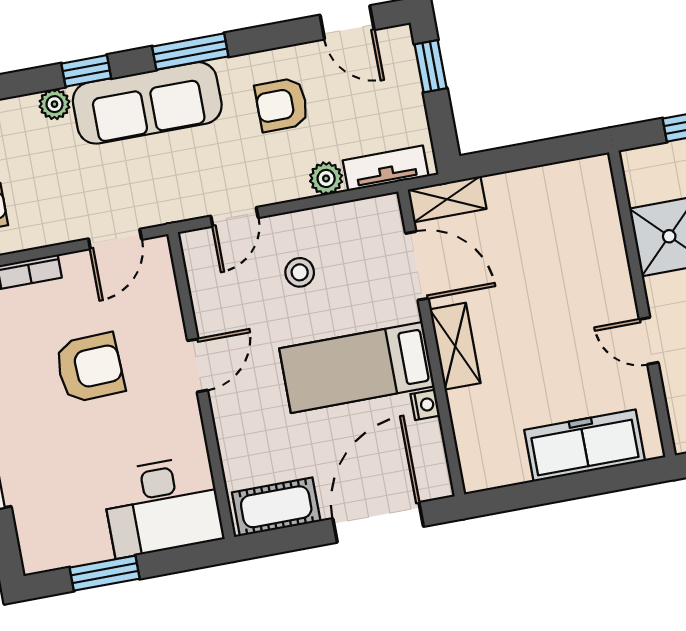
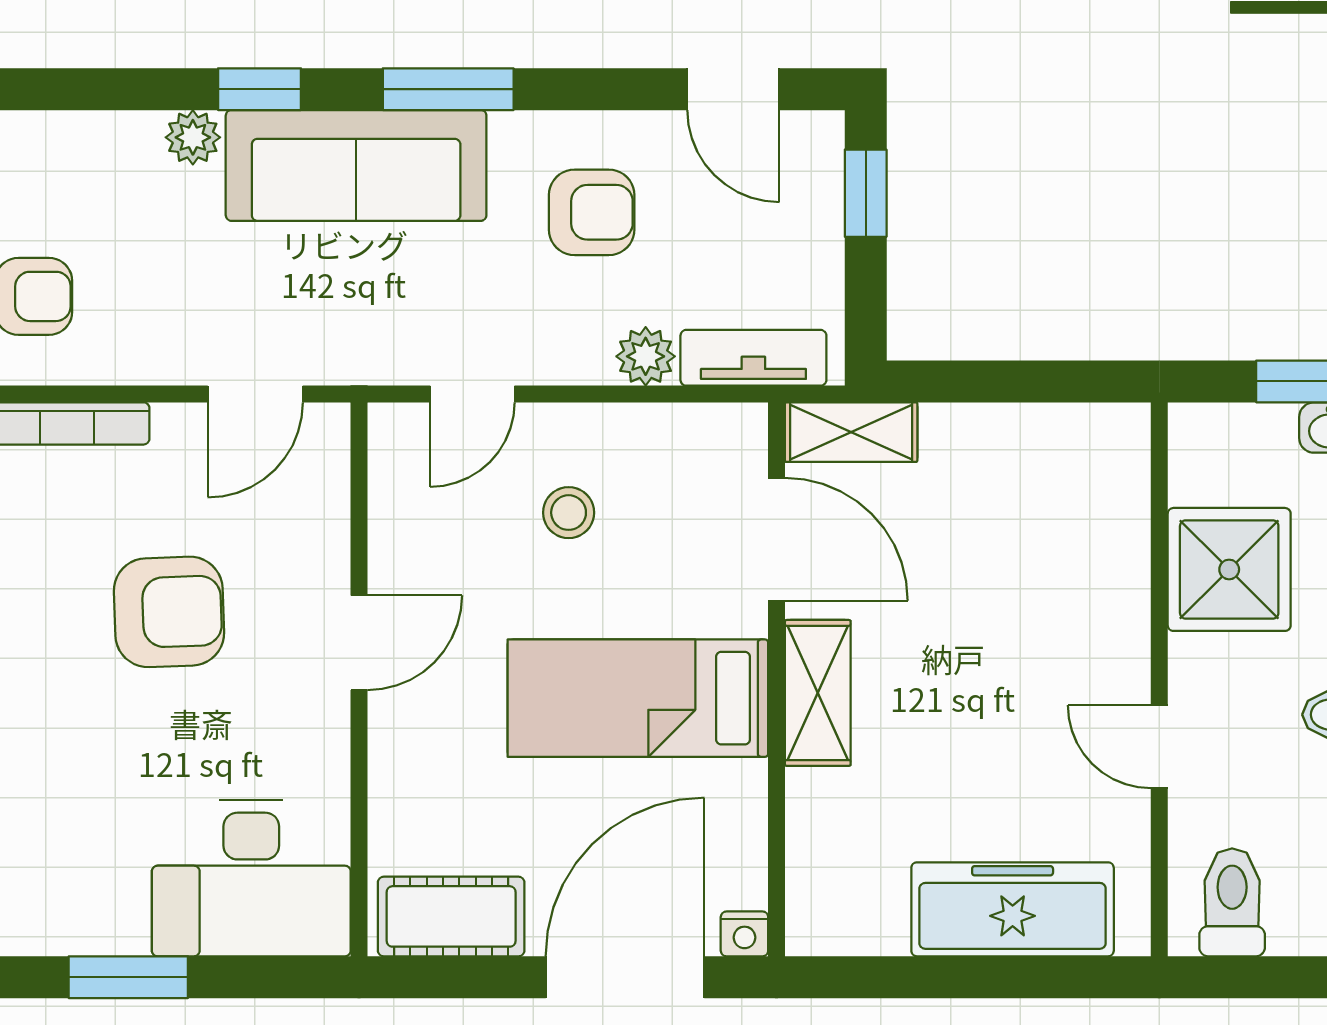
armchair: (282, 105) -> (592, 212), turned 180
nightstand: (425, 405) -> (744, 934), moved, turned 90

